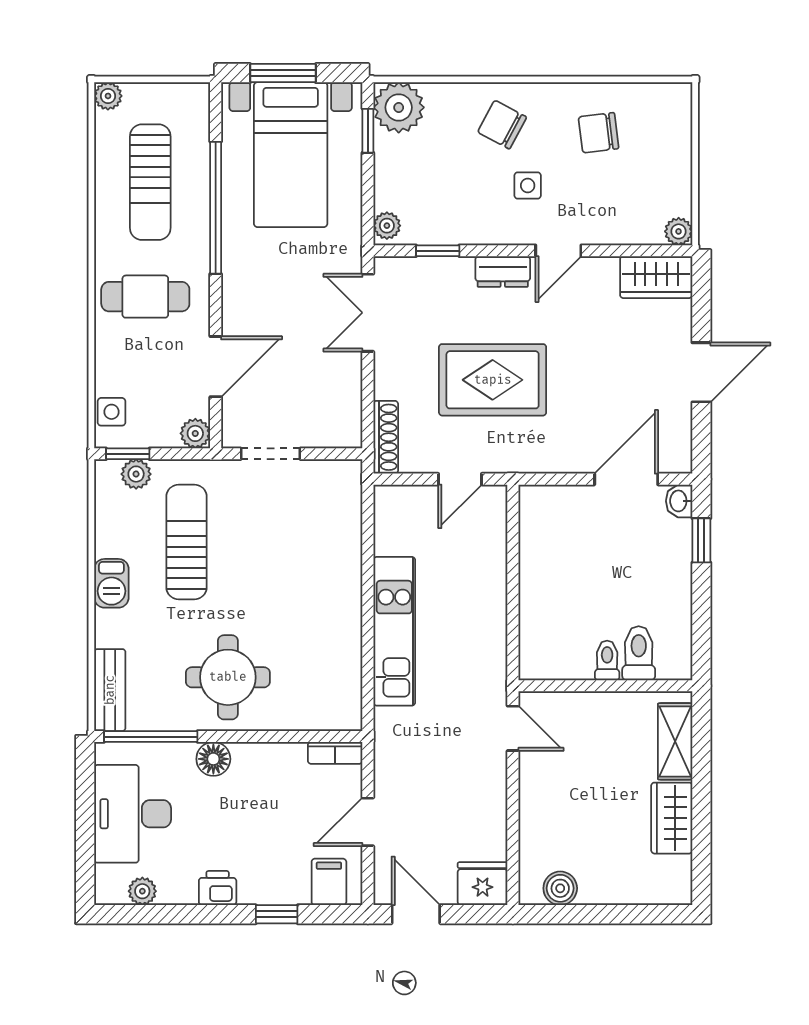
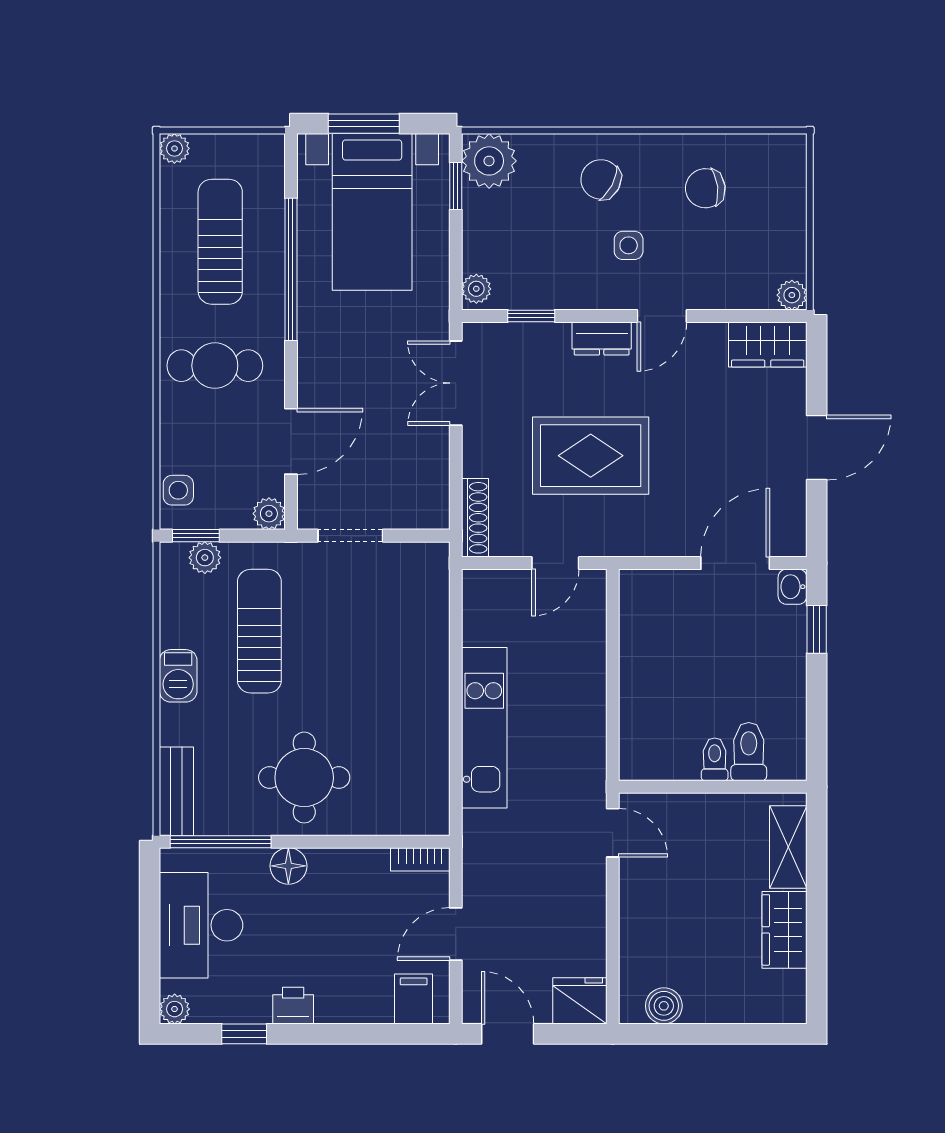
sun lounger: (150, 182) -> (220, 242), turned 180
plant: (142, 891) -> (175, 1009), moved
window: (277, 914) -> (244, 1034), moved

